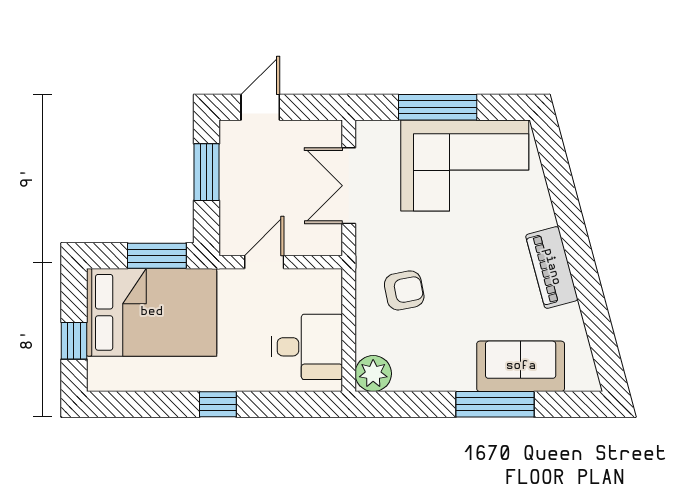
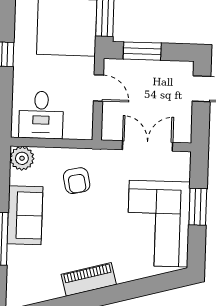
window: (438, 107) -> (198, 207), width x0.69
window: (207, 172) -> (142, 51), moved
sofa: (521, 366) -> (25, 215), moved

